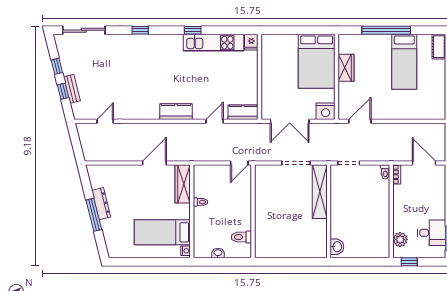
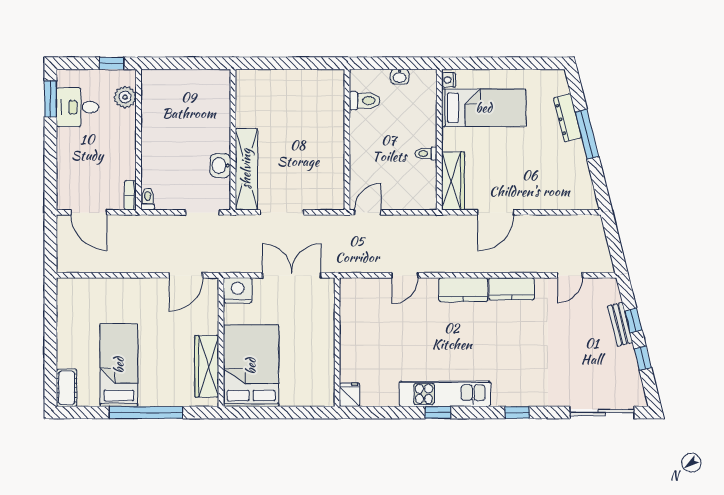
kitchen unit: (213, 43) -> (445, 394), moved
wardrobe: (346, 68) -> (207, 366), width x1.50
kitchen counter: (243, 112) -> (512, 289), moved
dresser: (101, 204) -> (567, 118), moved
washbasin: (337, 247) -> (220, 165), moved

